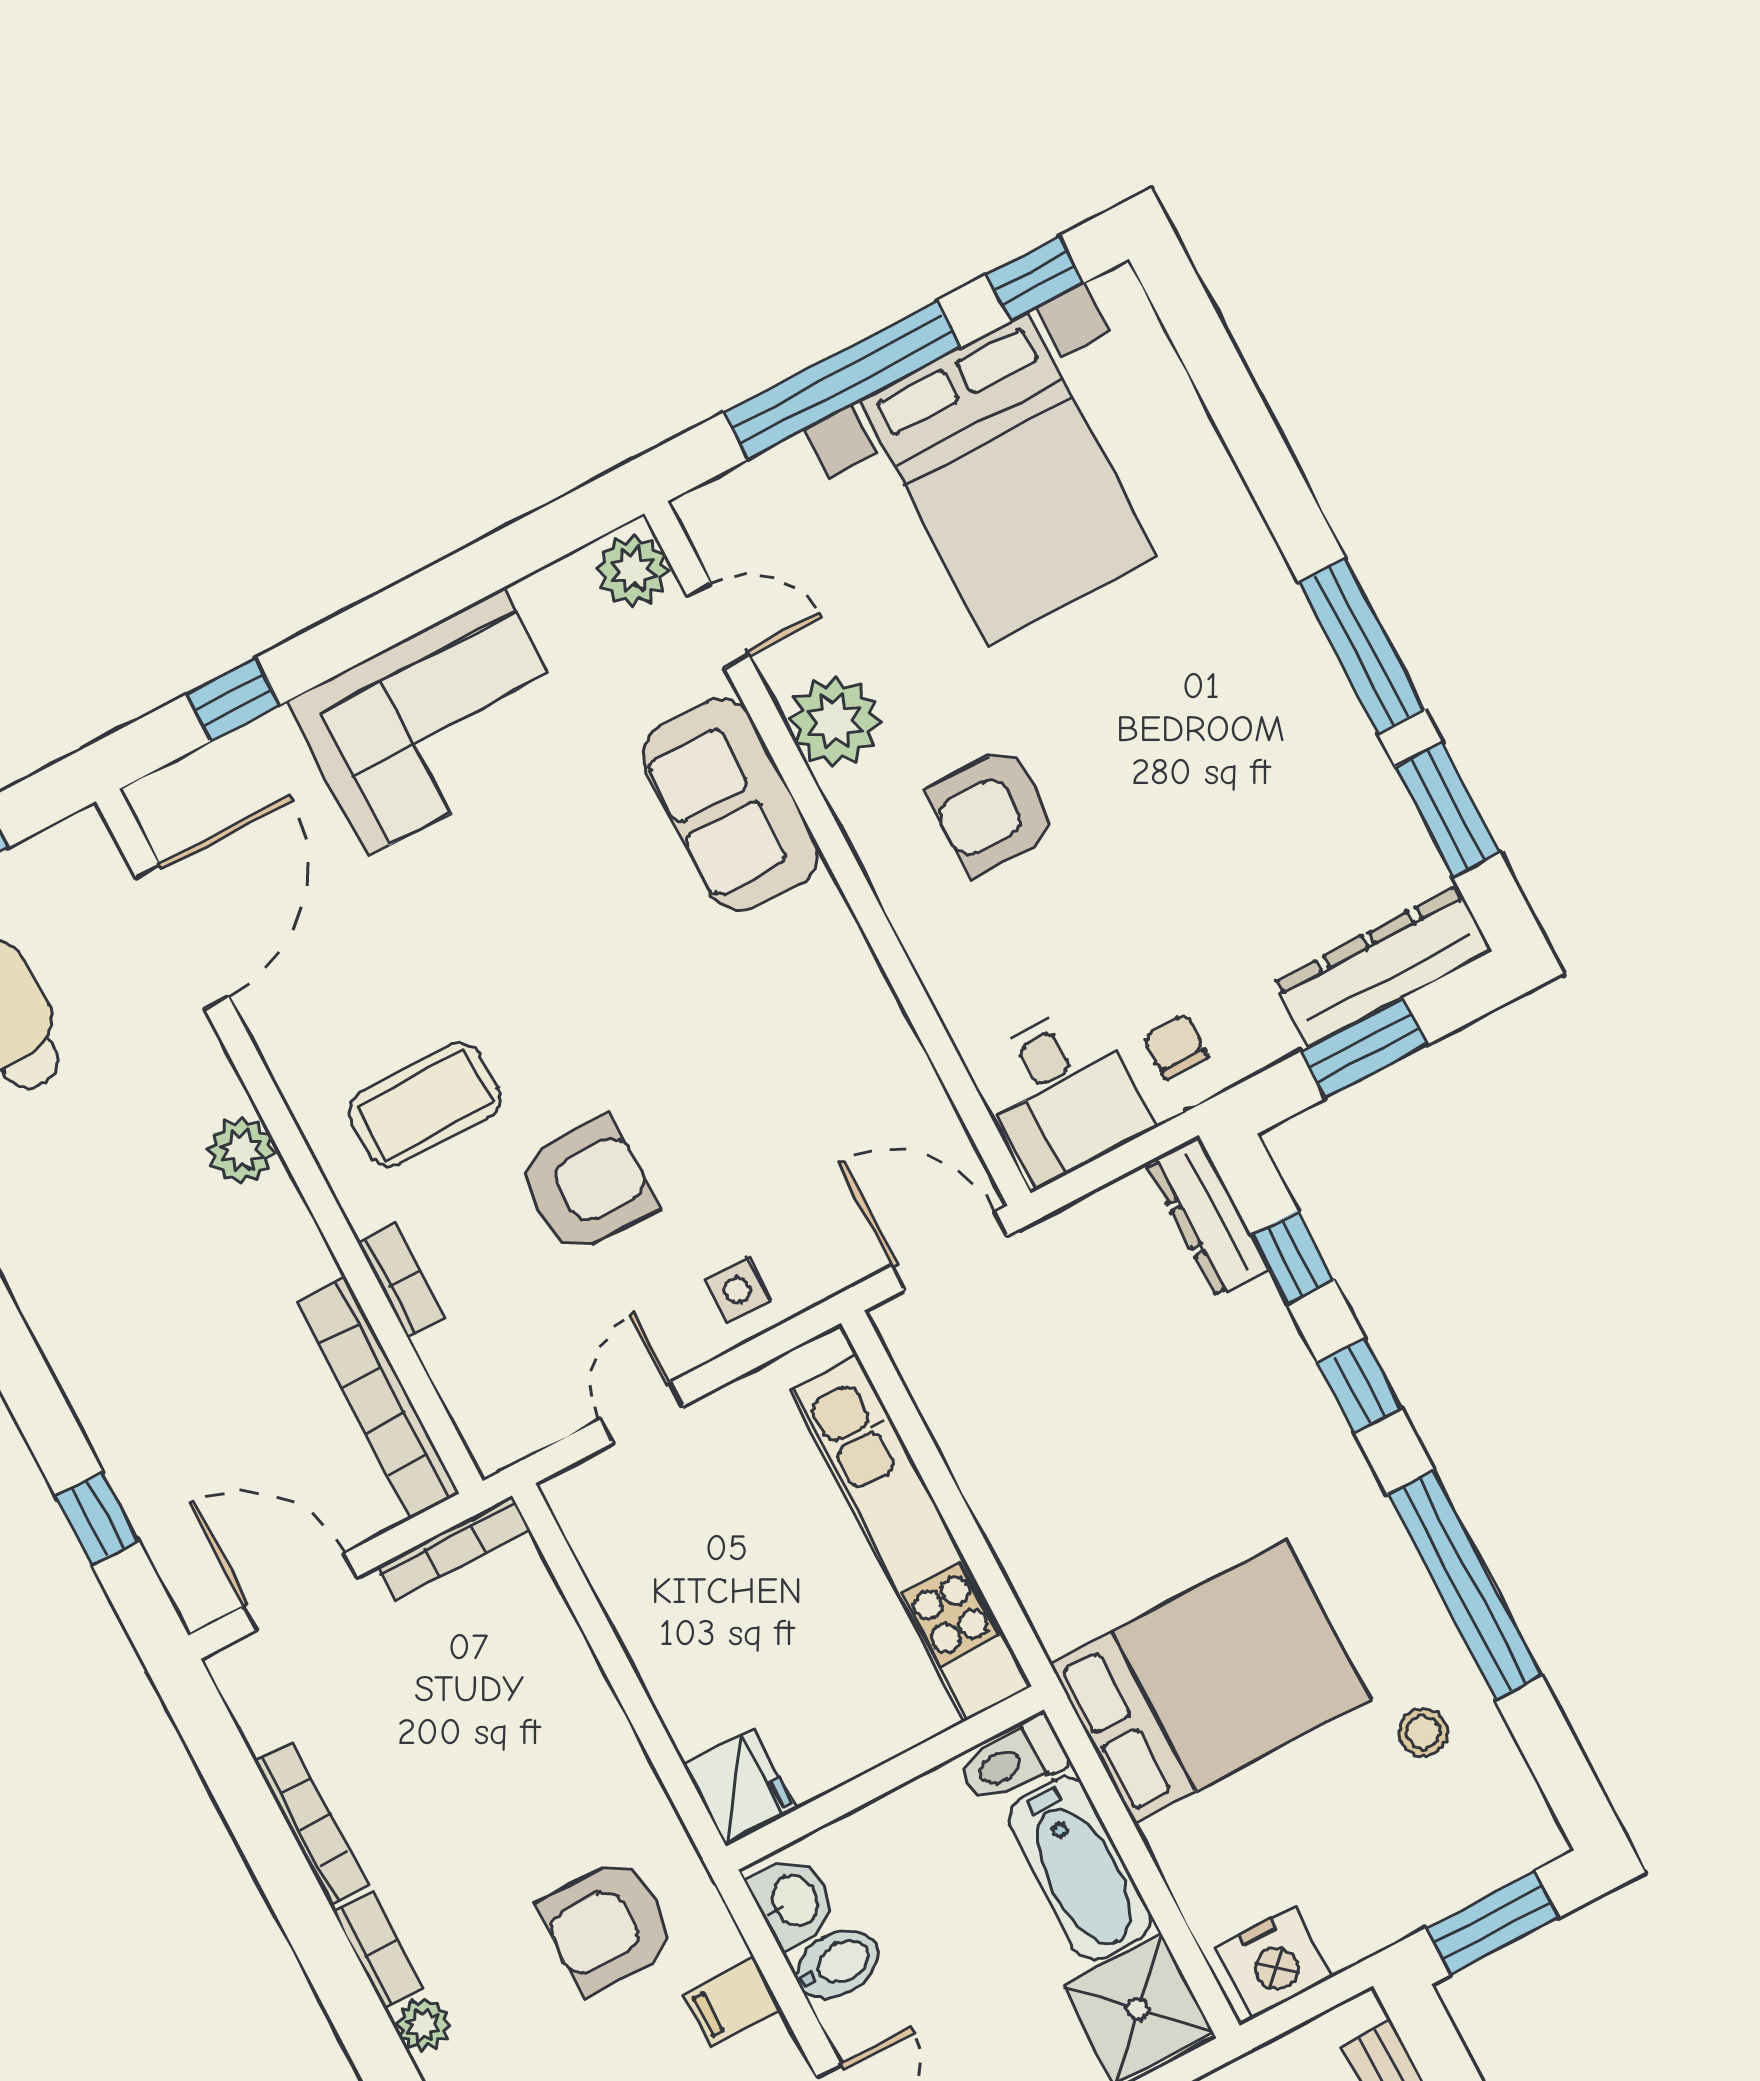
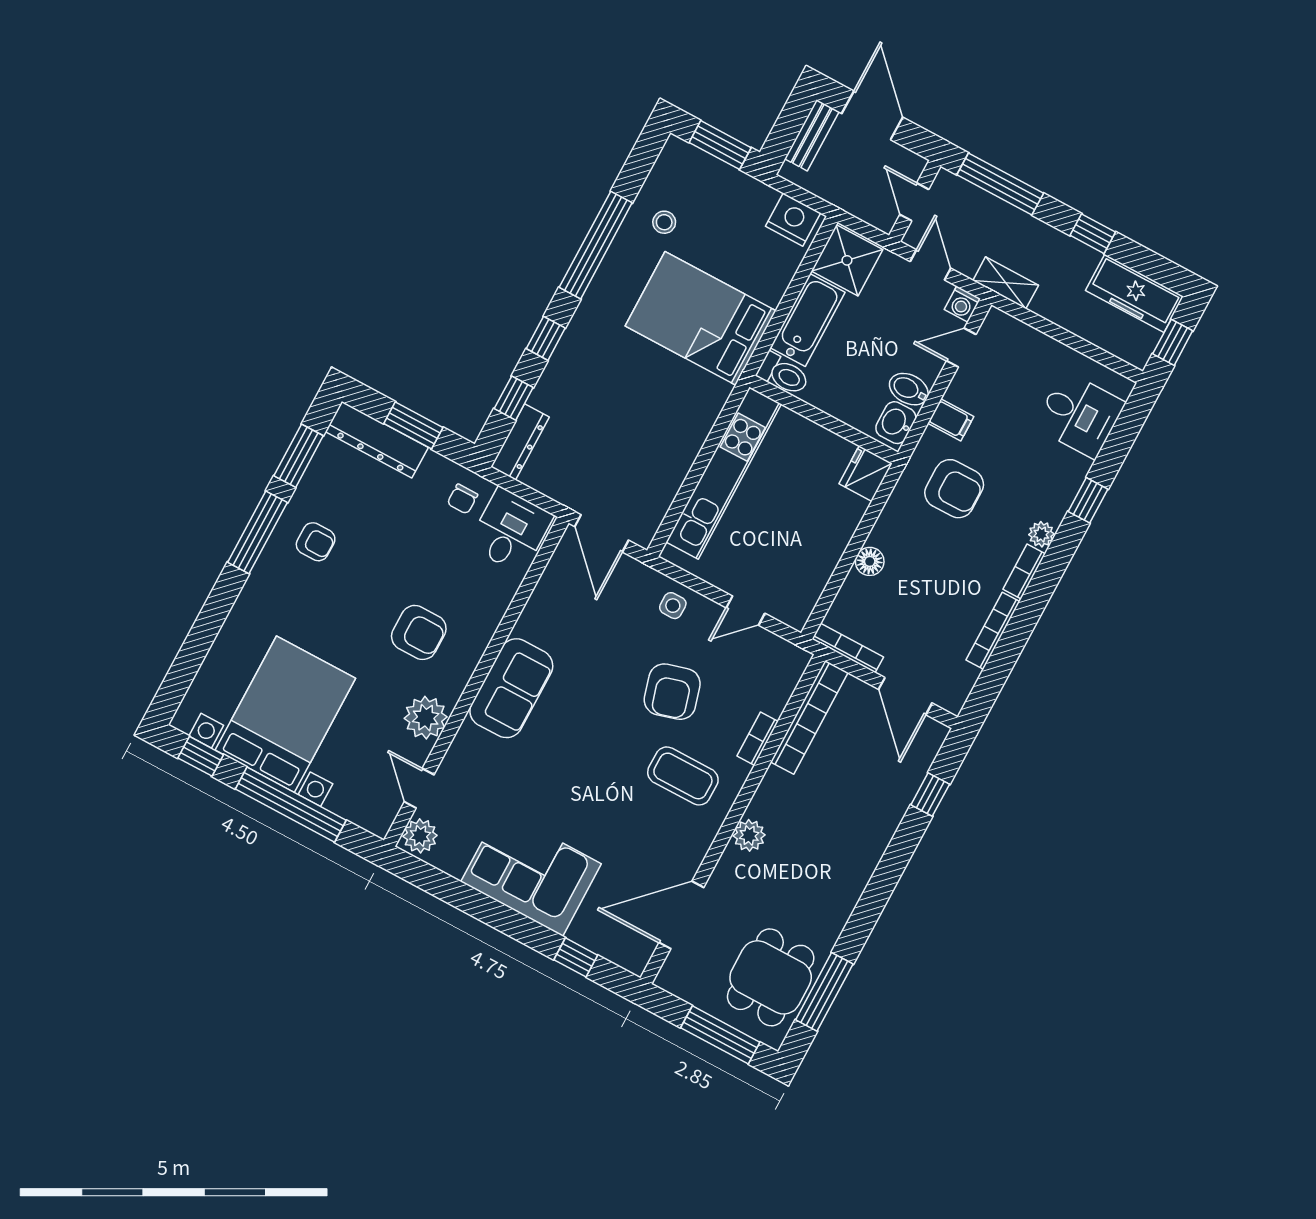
armchair: (1276, 737) -> (316, 542), added
sofa: (730, 805) -> (511, 688), moved
armchair: (586, 1186) -> (672, 692), turned -106
floor lamp: (580, 1690) -> (870, 561), added

